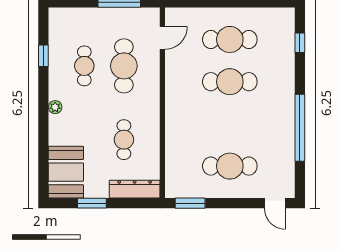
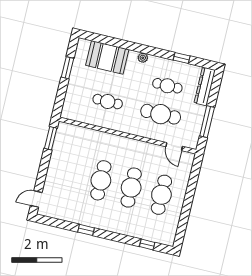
window: (300, 128) -> (86, 230), width x0.32
cafe table: (230, 166) -> (101, 180), moved
booth: (66, 172) -> (107, 57), moved
dresser: (135, 189) -> (205, 87), moved, turned 180

